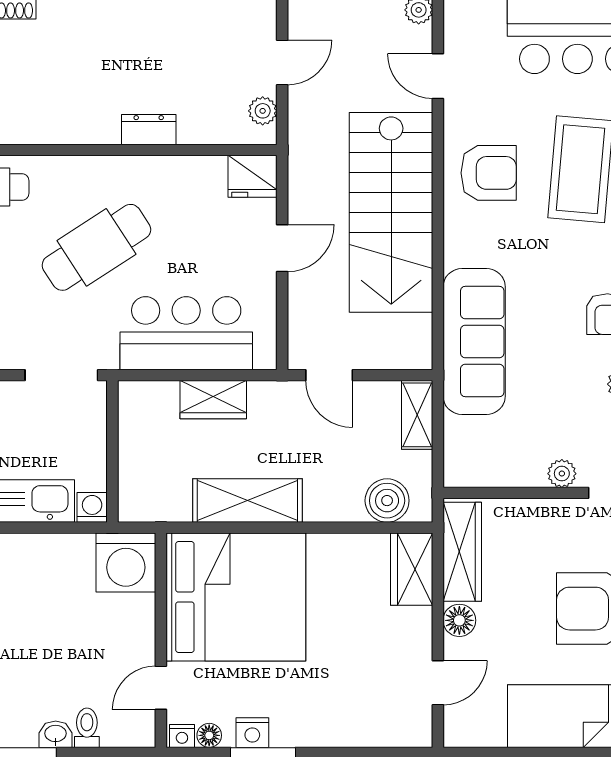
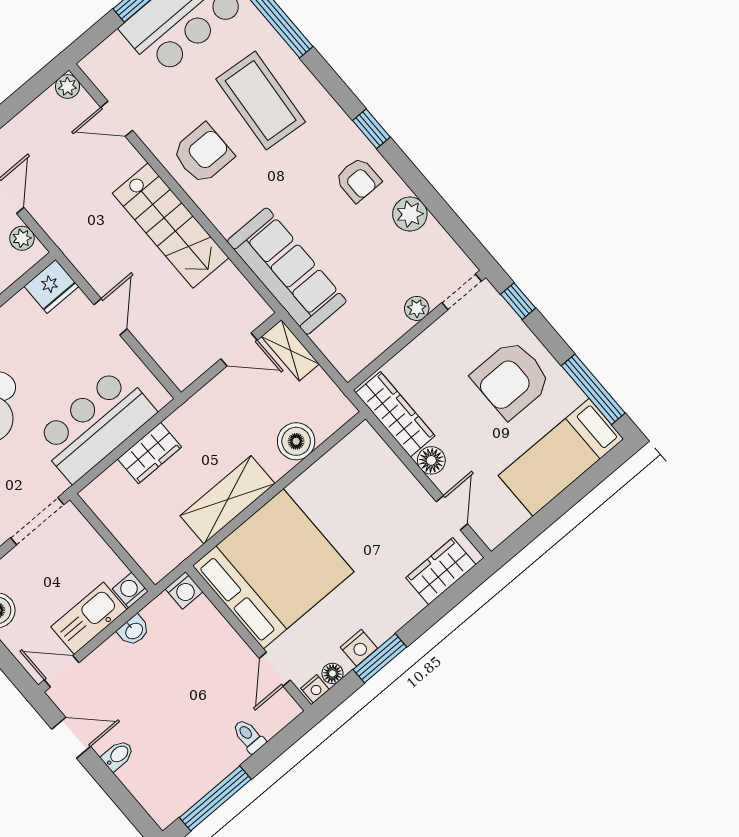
stairs: (391, 212) -> (171, 225), width x0.73, depth x0.66
door: (329, 375) -> (239, 349), moved
boiler: (387, 501) -> (296, 441), moved
washing machine: (126, 563) -> (184, 590), width x0.53, depth x0.53
wardrobe: (412, 569) -> (441, 571), moved, turned 90
washbasin: (56, 734) -> (134, 631), moved, turned 180

